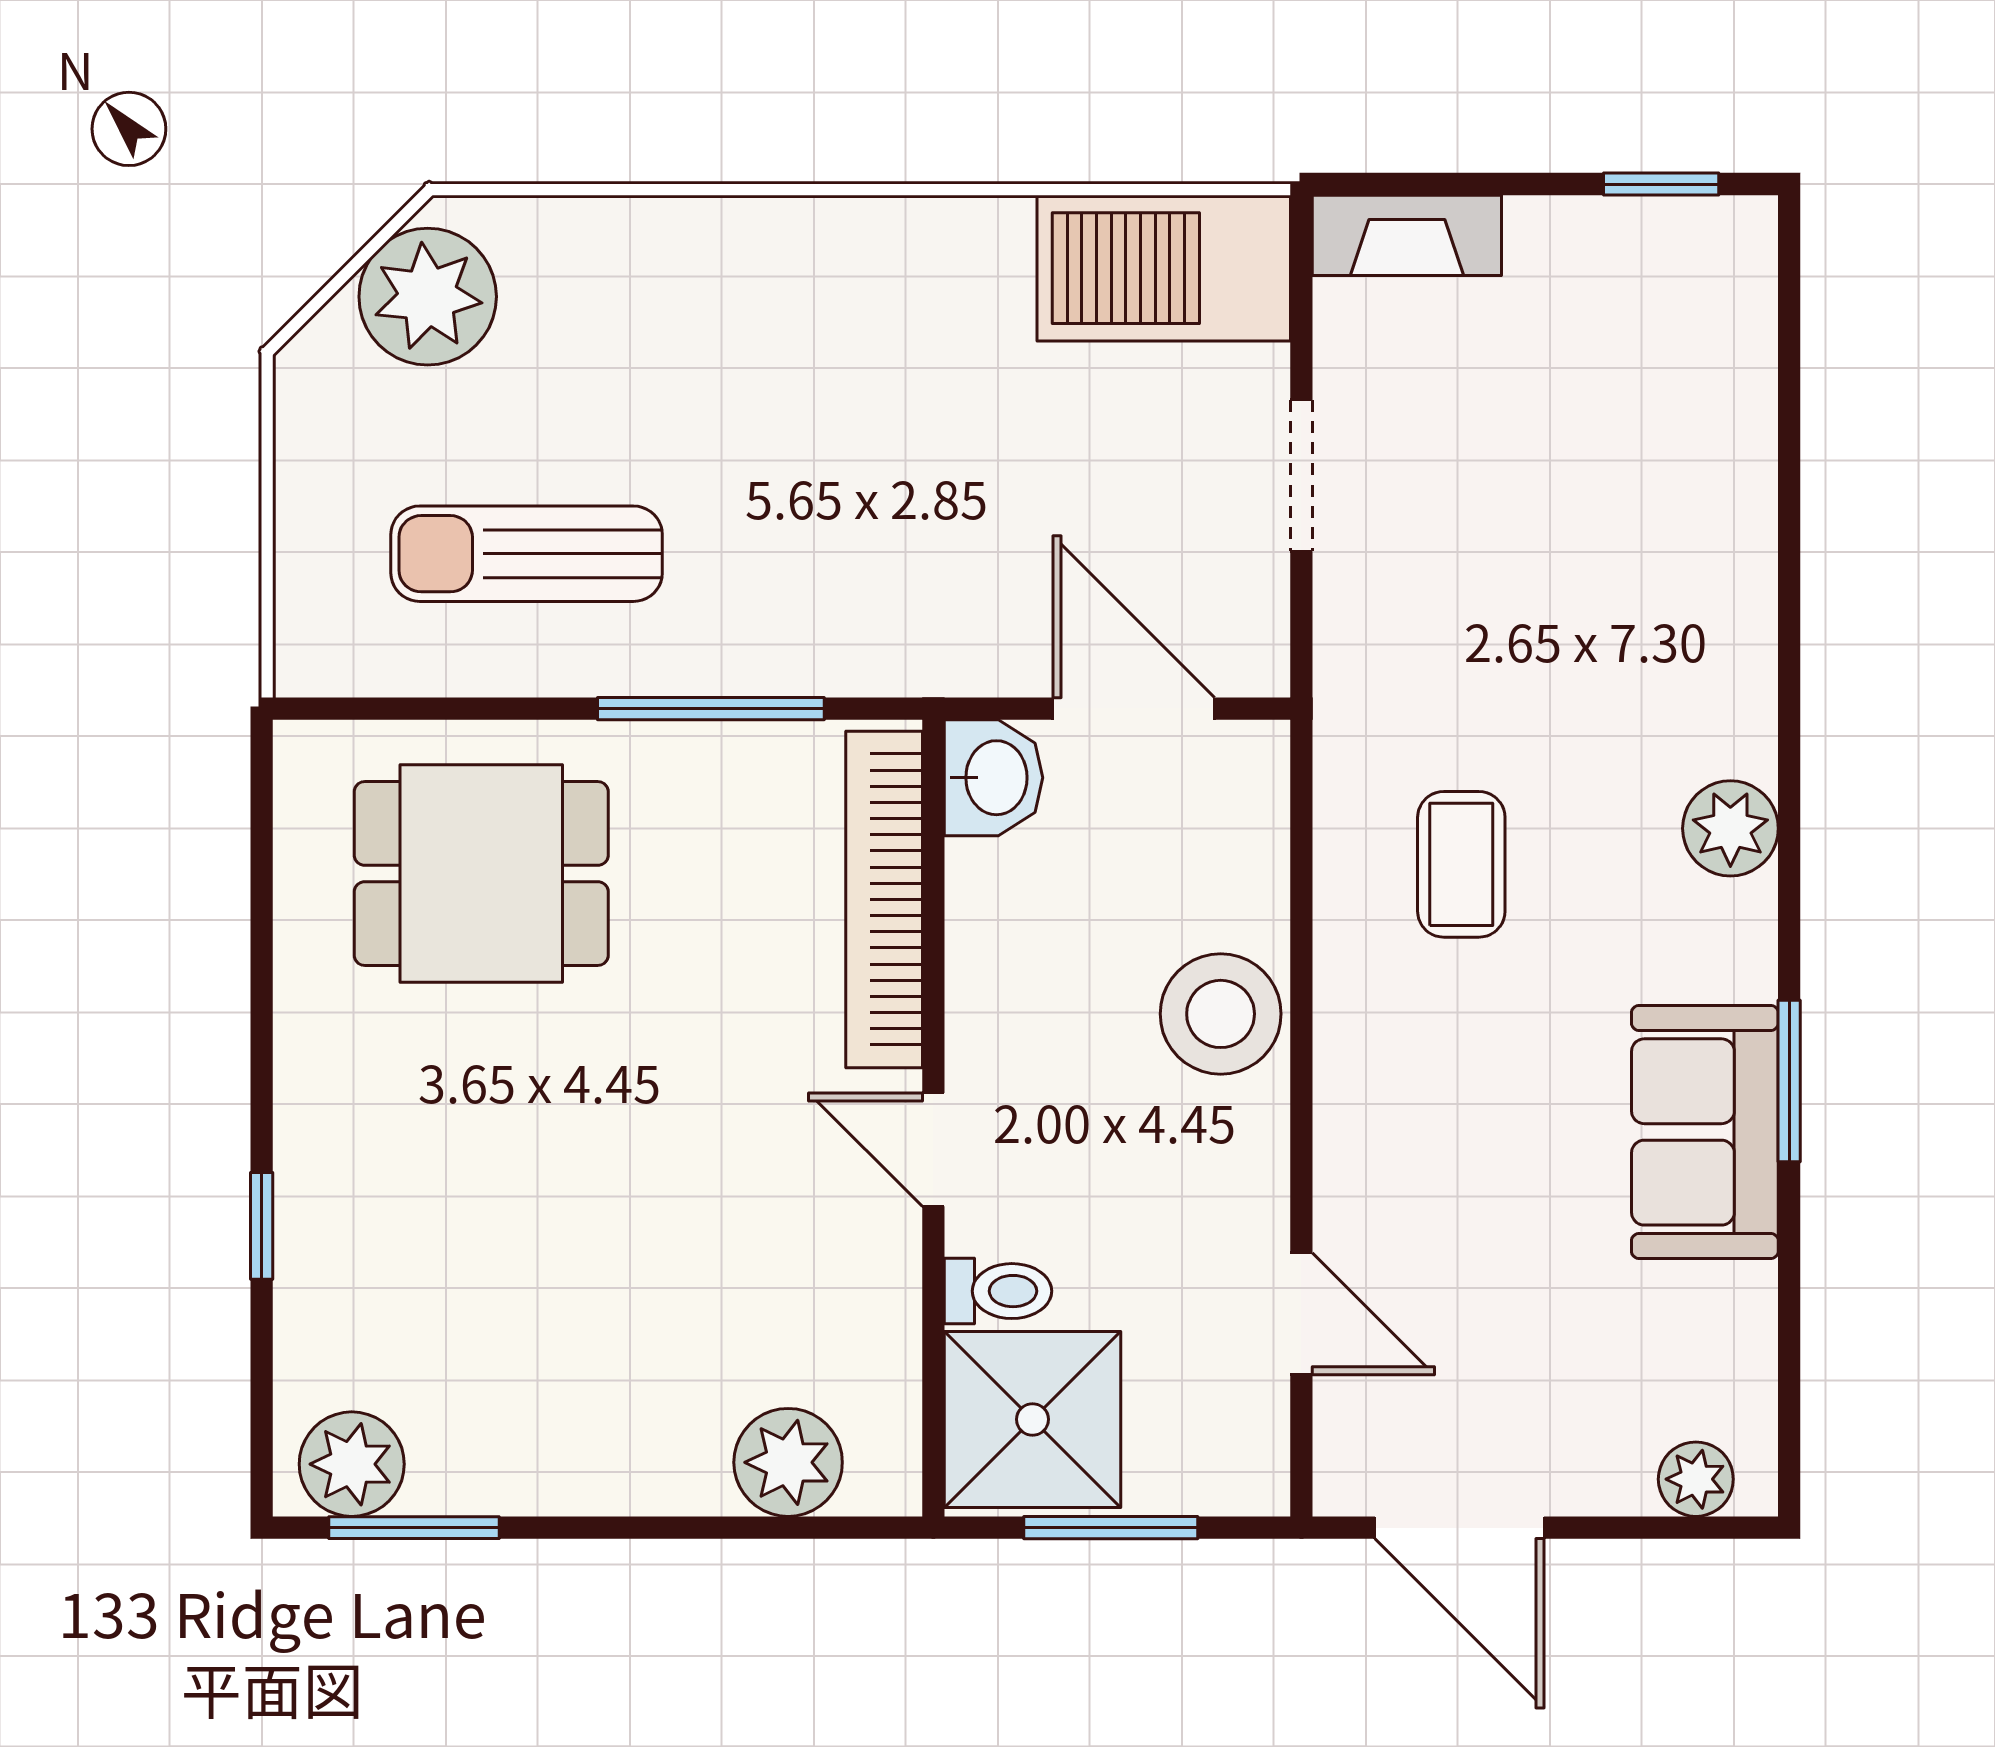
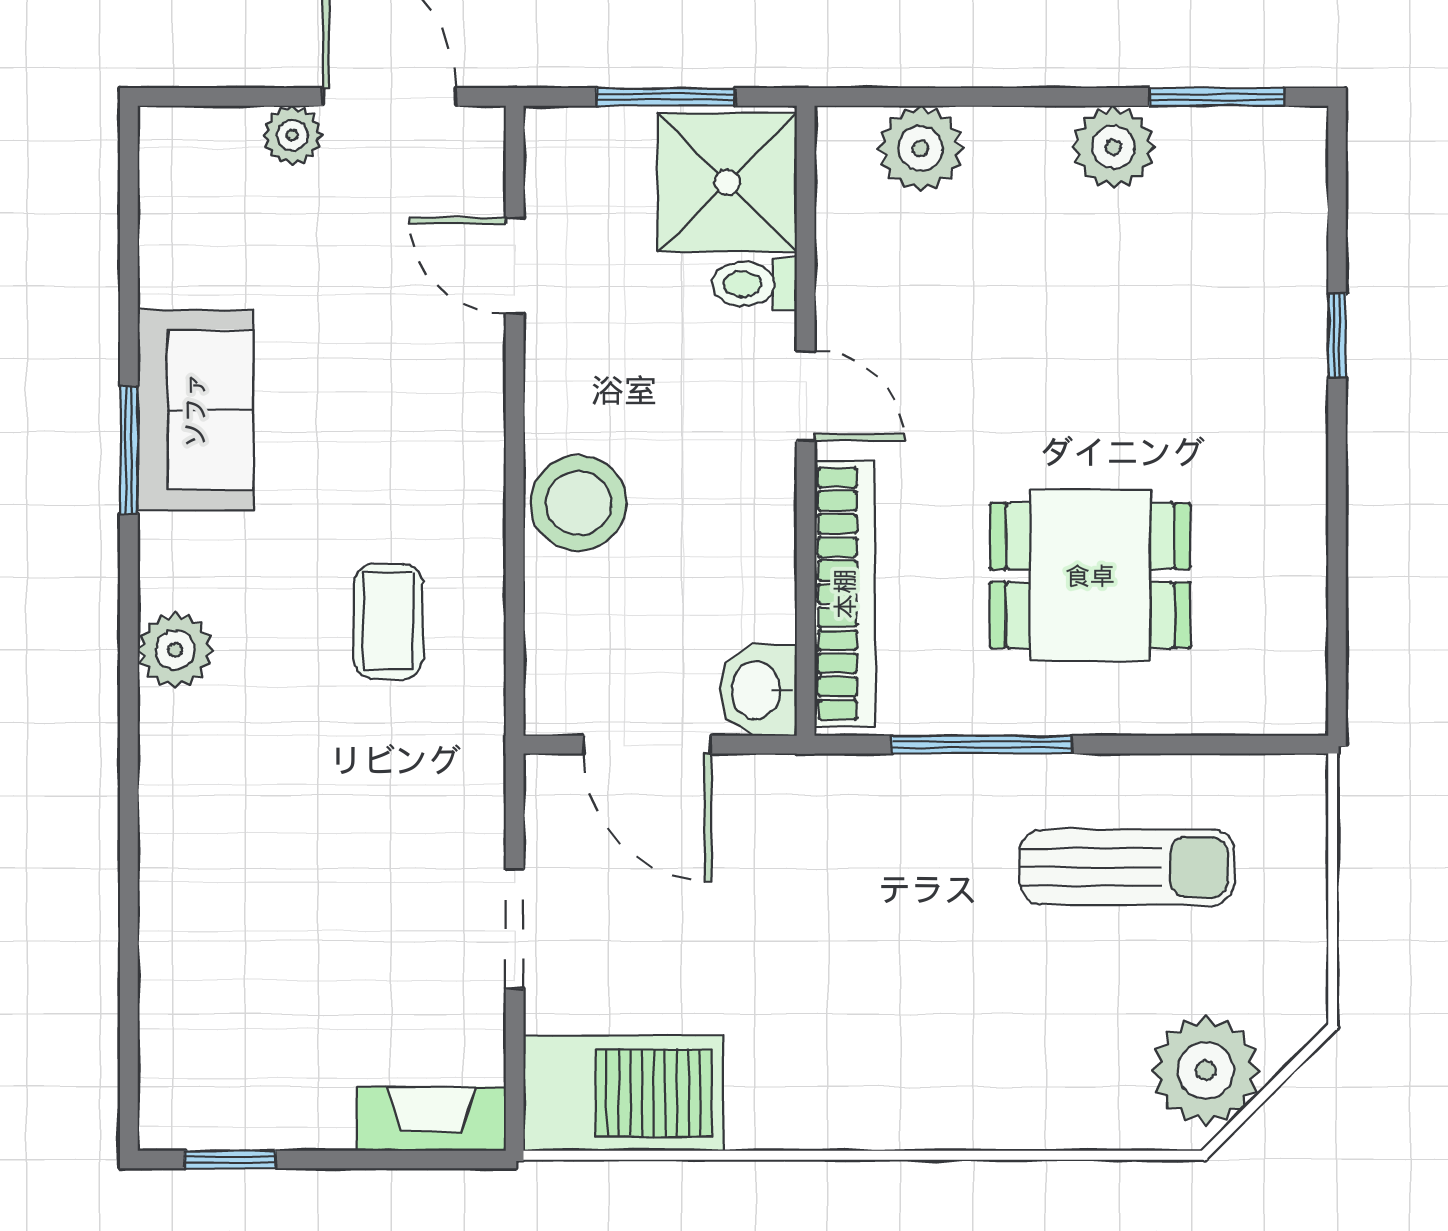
dining table: (481, 873) -> (1090, 576), moved
plant: (352, 1464) -> (1113, 147), moved
plant: (1696, 1479) -> (292, 135), moved

